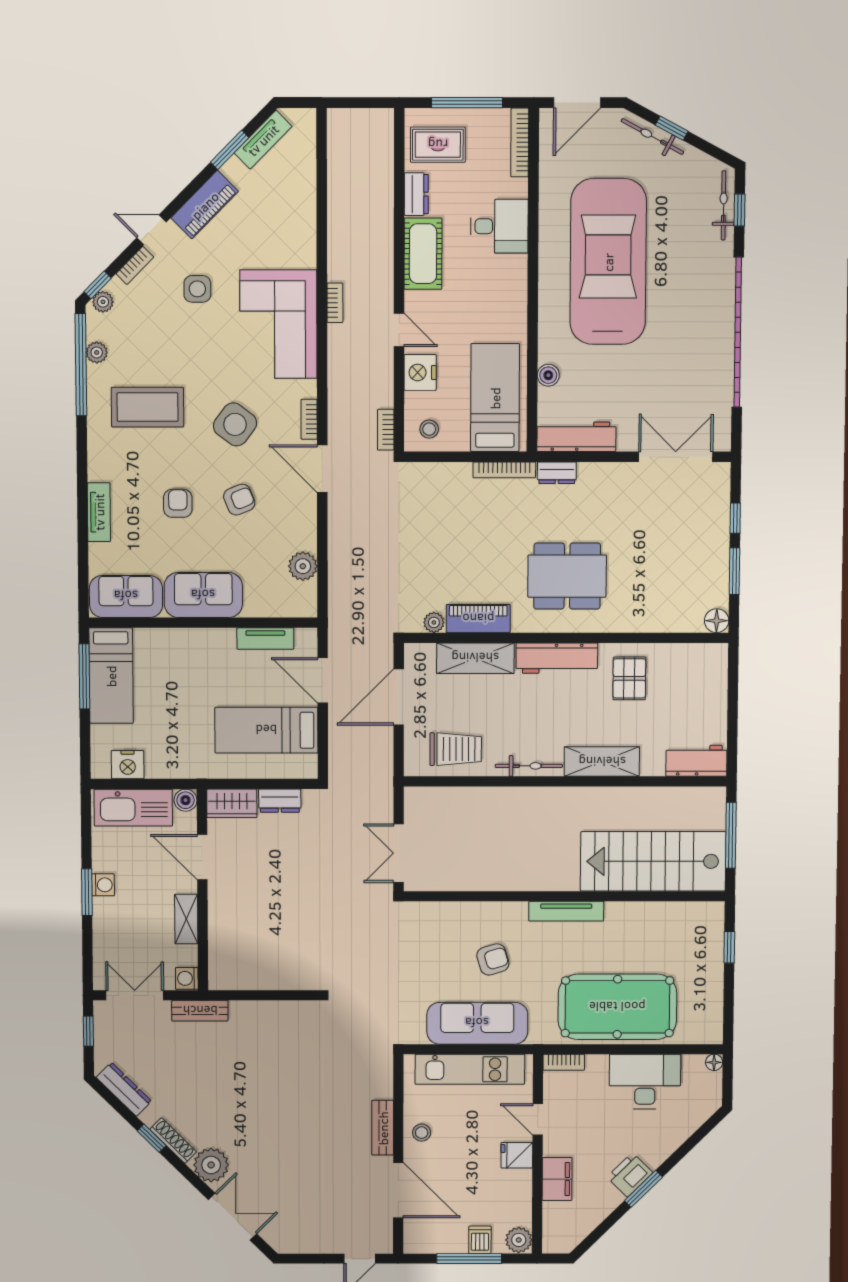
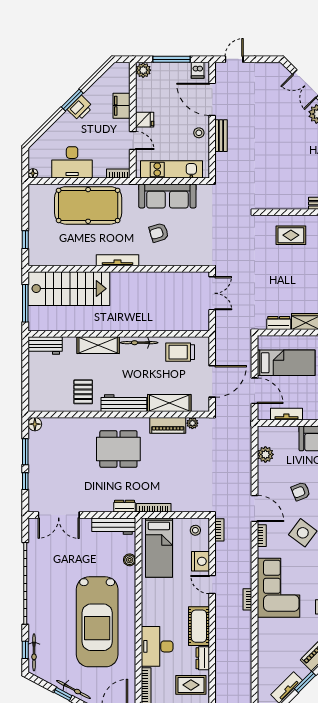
desk: (499, 226) -> (157, 646), width x1.37
rug: (259, 955) -> (291, 235), added
dishwasher: (480, 1240) -> (198, 70), moved

